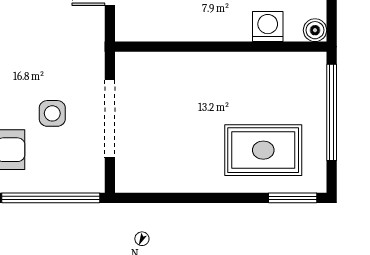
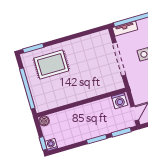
washing machine: (268, 26) -> (120, 101), moved
tv unit: (77, 182) -> (125, 29), added

